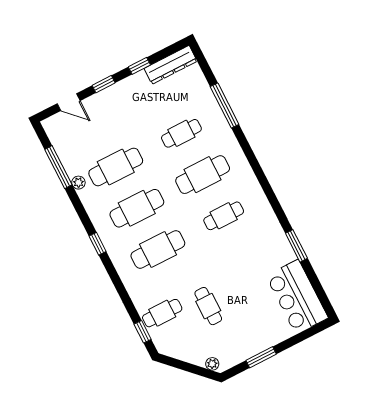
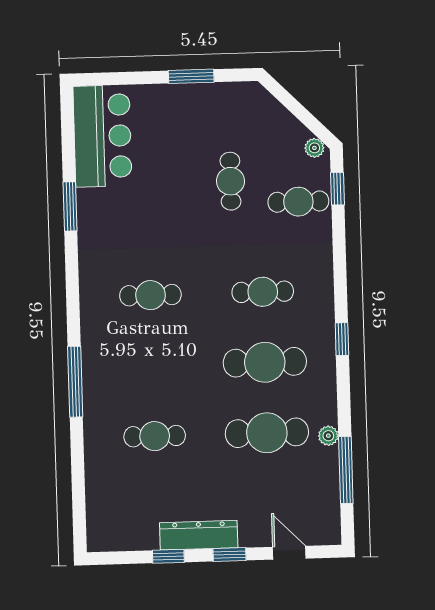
dresser: (171, 65) -> (199, 535), moved
window: (225, 106) -> (75, 382), moved
cafe table: (203, 175) -> (153, 366), removed
cafe table: (158, 249) -> (263, 292), width x0.73, depth x0.74
plant: (212, 364) -> (314, 148), moved

